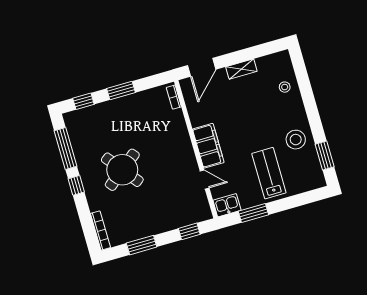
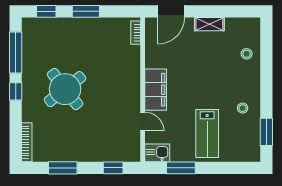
stool: (296, 140) -> (243, 108), width x0.53, depth x0.53
lab bench: (269, 173) -> (207, 133), turned 180

